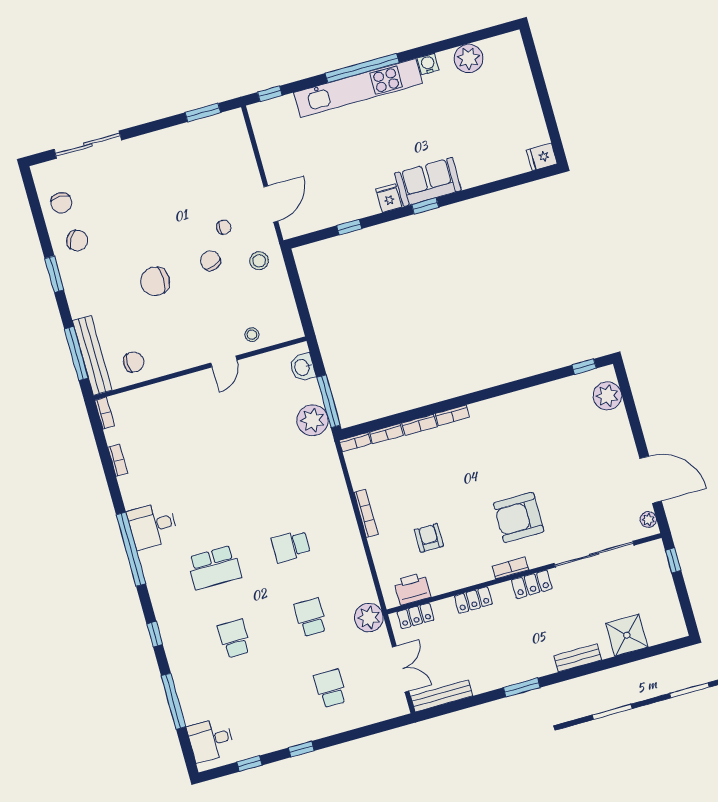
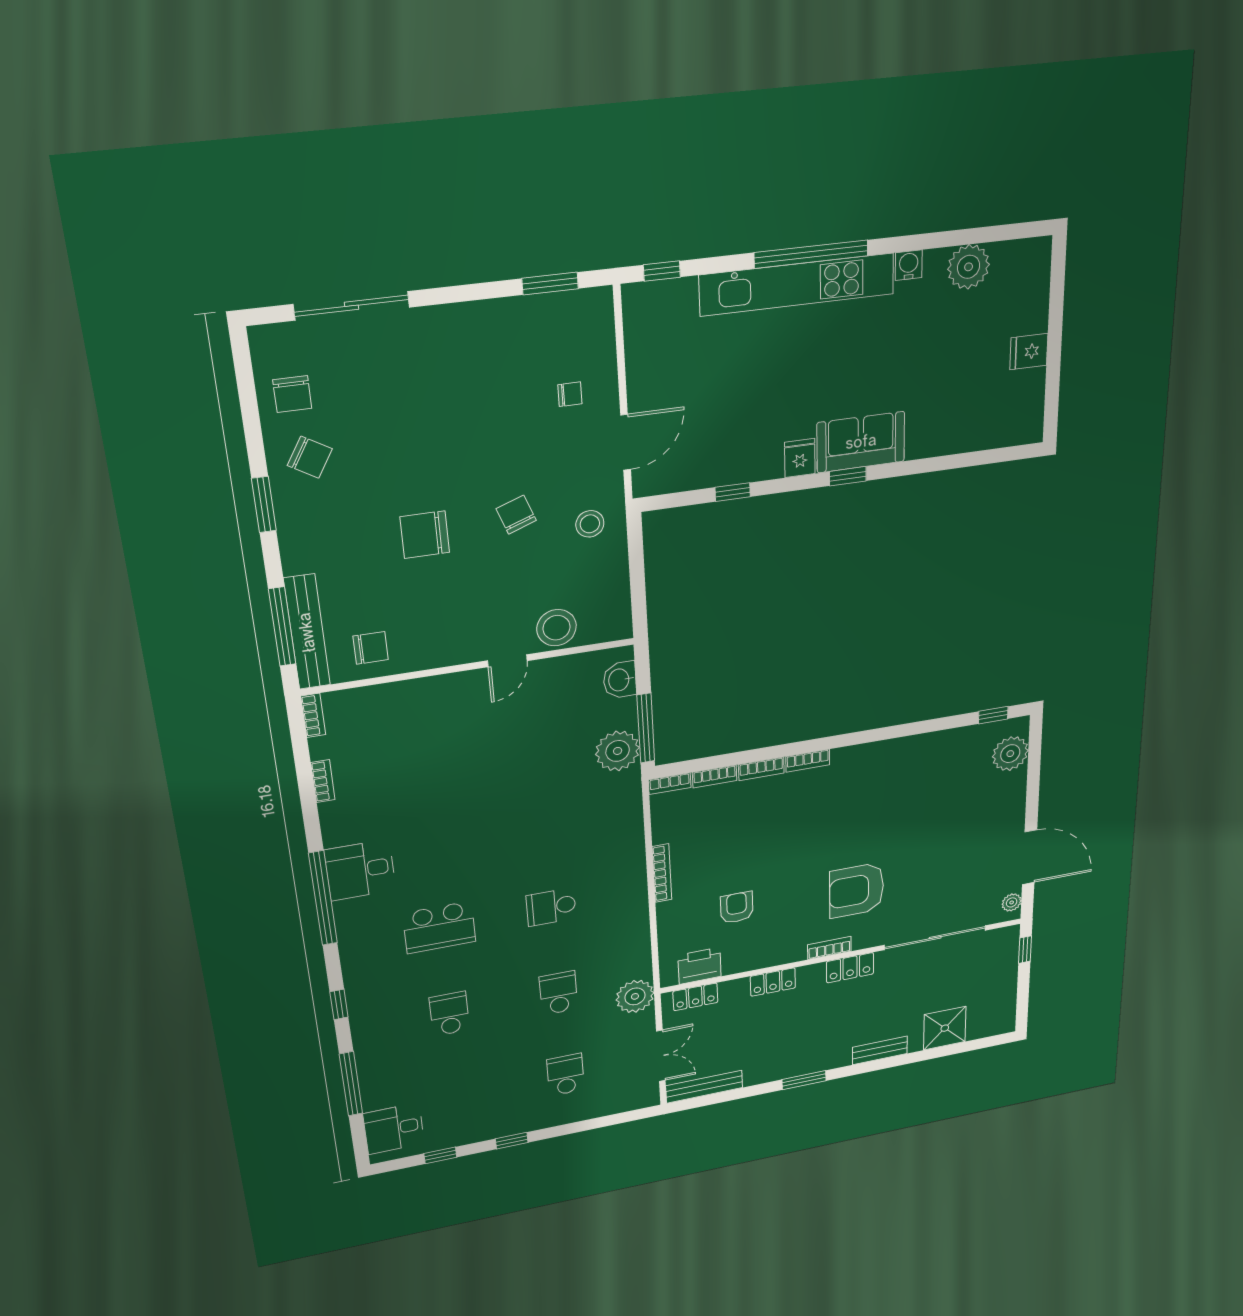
fridge: (542, 157) -> (1029, 352), moved
chair: (224, 227) -> (570, 394), moved
stool: (252, 335) -> (557, 628), width x1.89, depth x1.89

